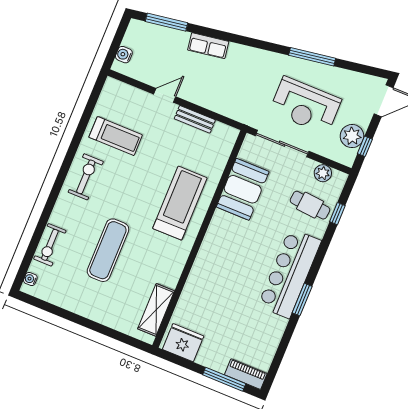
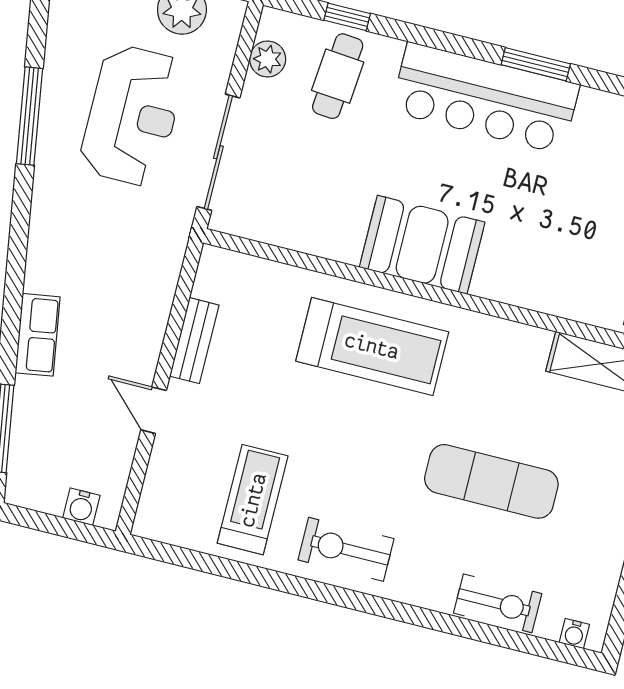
booth: (243, 189) -> (422, 245), moved
treadmill: (180, 203) -> (372, 346), turned 180

